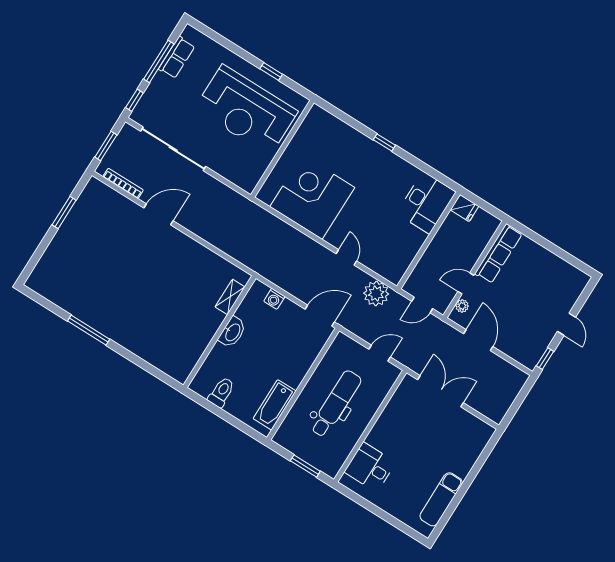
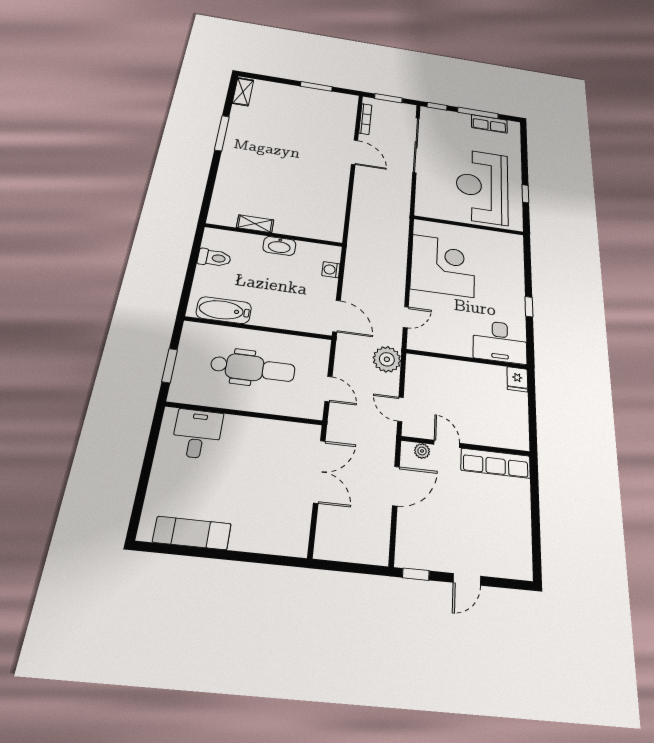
desk: (426, 203) -> (500, 342), moved
fridge: (465, 208) -> (517, 379), moved
wall: (428, 240) -> (467, 359), moved
shelving: (45, 289) -> (243, 92), added
shelving: (230, 297) -> (255, 224), moved

